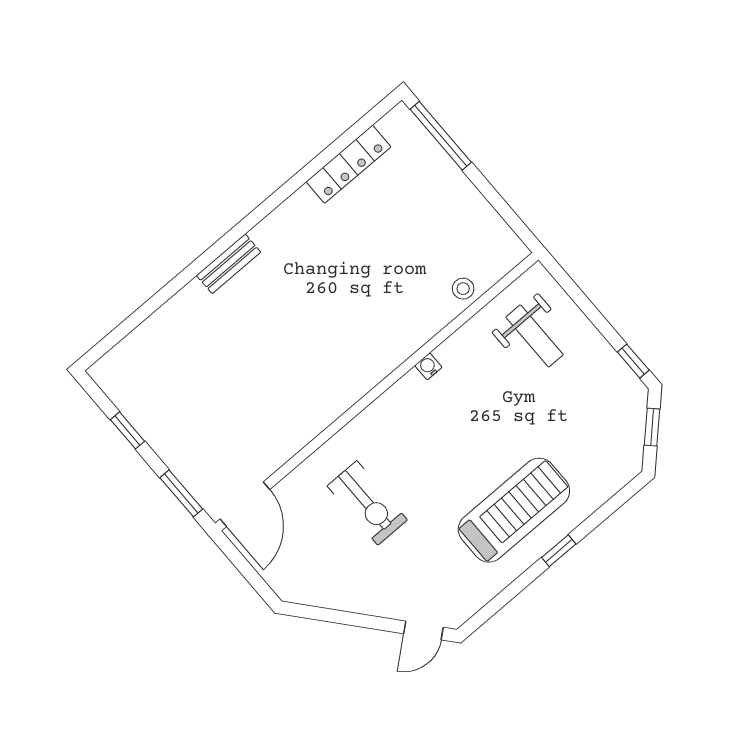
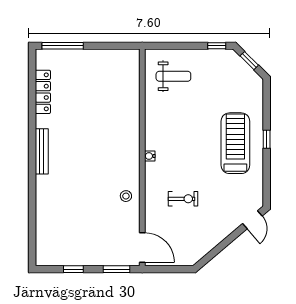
bench: (229, 264) -> (42, 151), moved, width x1.36
stool: (463, 289) -> (126, 196), moved
water cooler: (428, 366) -> (150, 156), moved
exercise bike: (367, 503) -> (183, 199), width x0.73, depth x0.72

